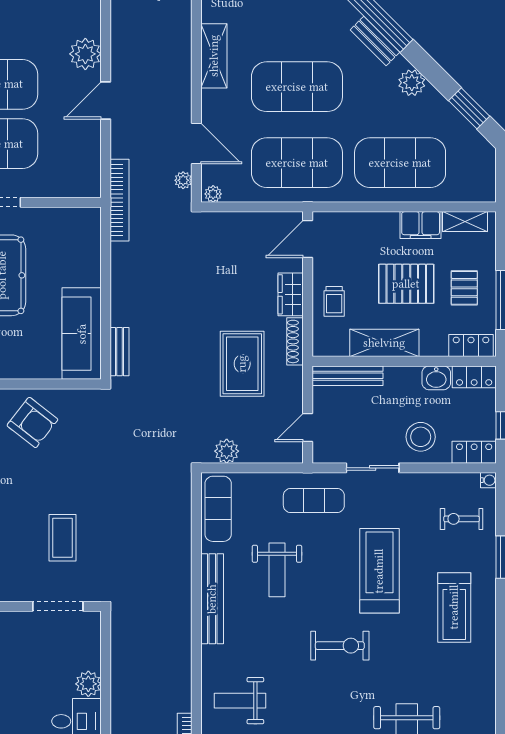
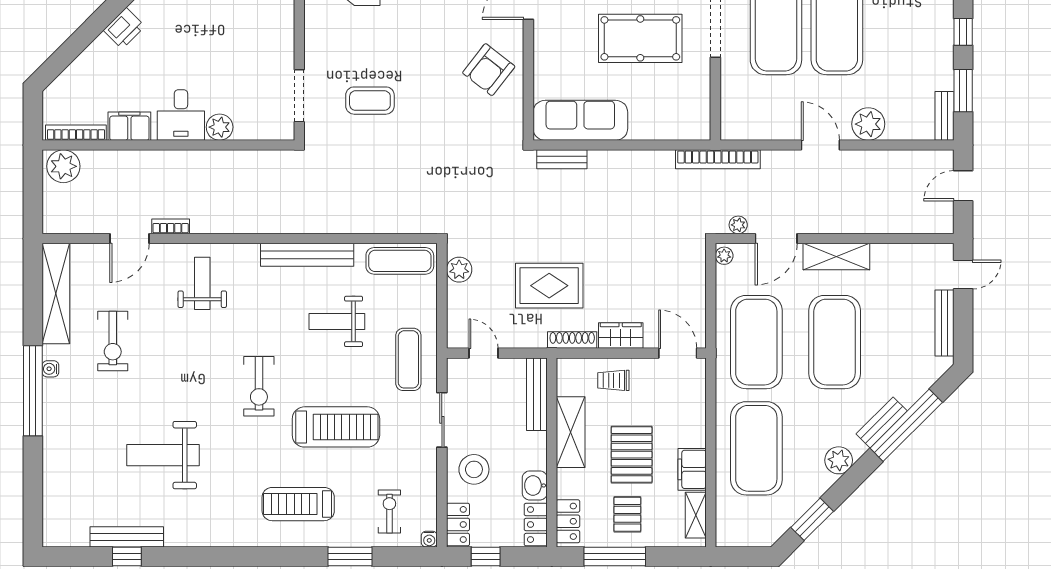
shelving: (214, 56) -> (836, 257), moved
pallet: (464, 288) -> (627, 514), turned 90

